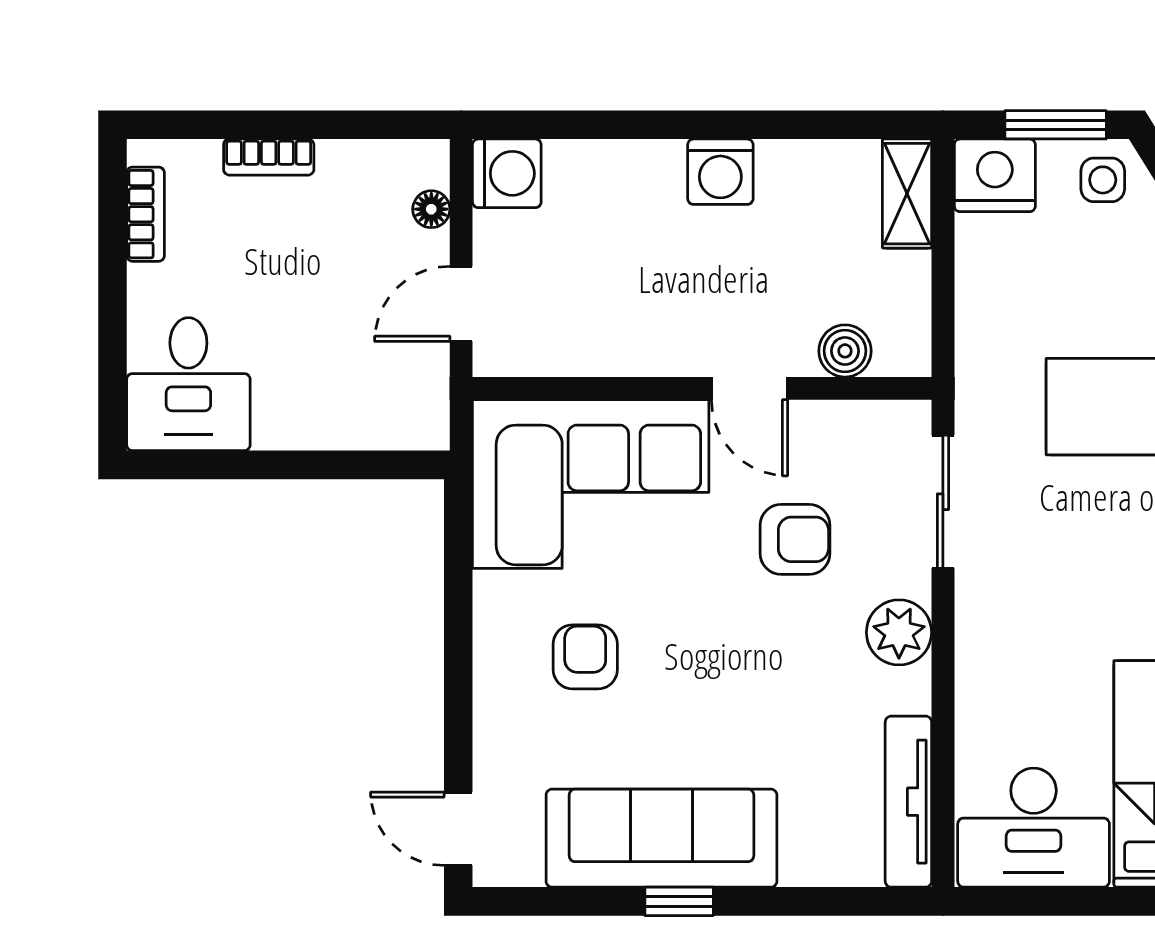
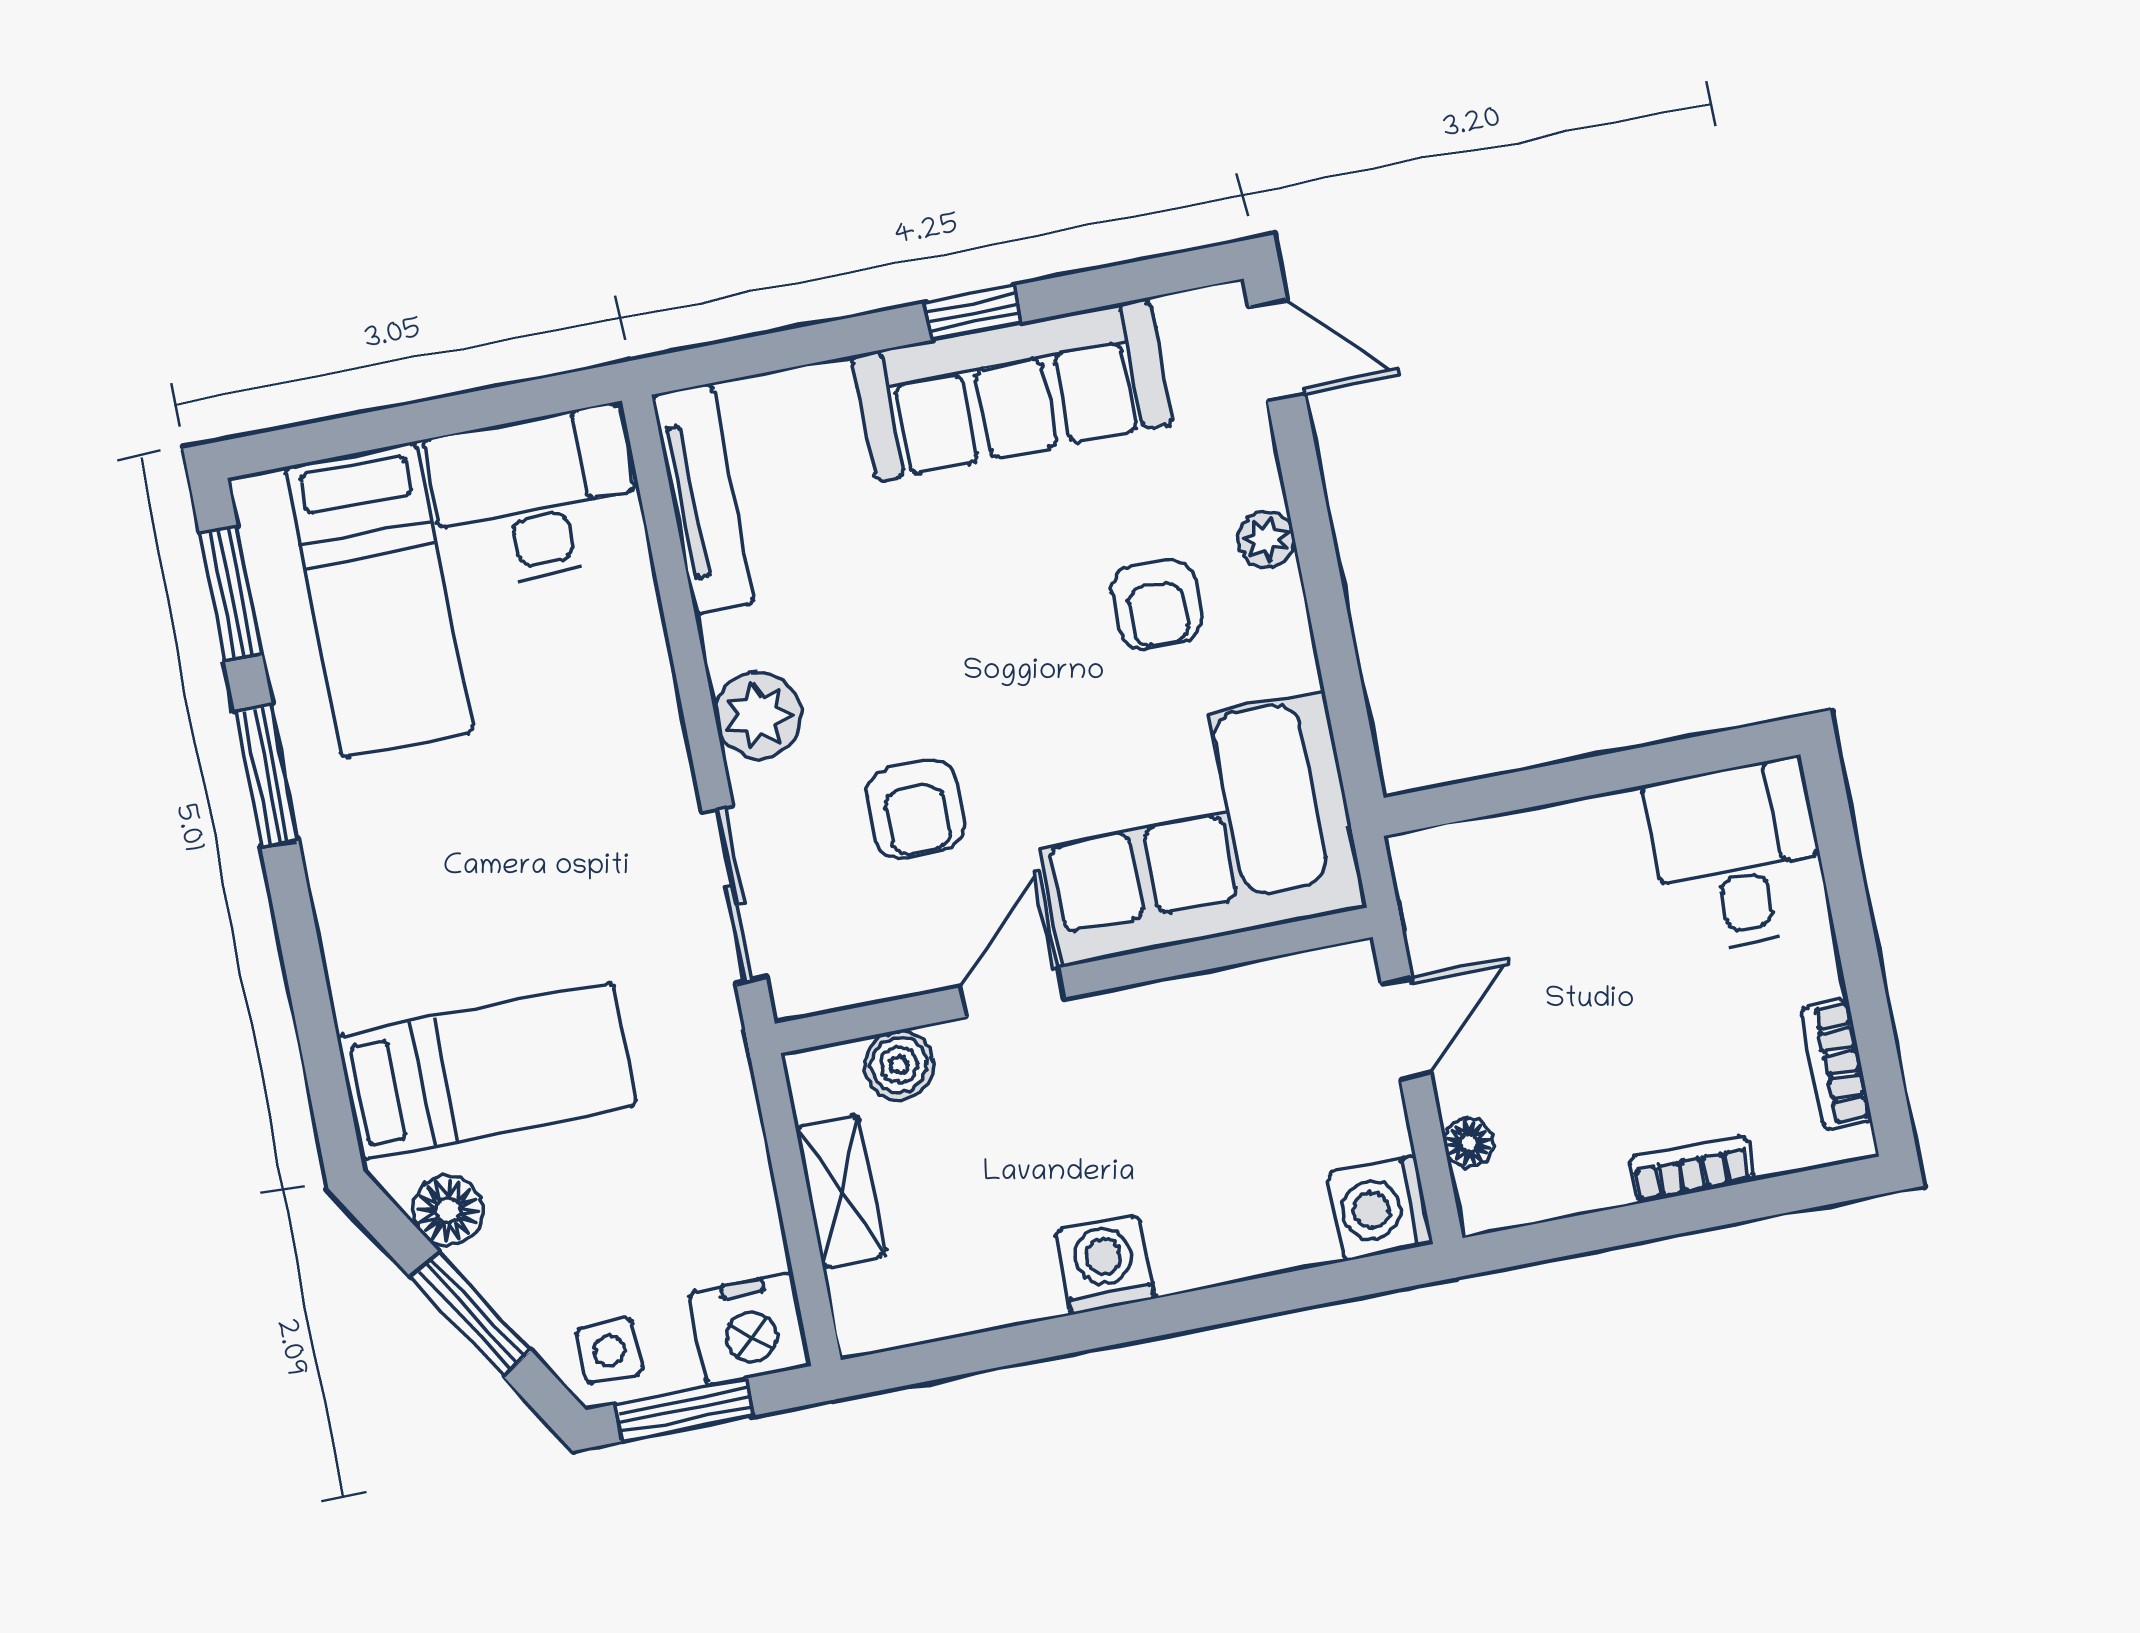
shelving: (907, 194) -> (841, 1191), moved
door: (749, 388) -> (1013, 992), hinge flipped
armchair: (795, 539) -> (916, 809), turned -90
plant: (494, 689) -> (1266, 539), added

